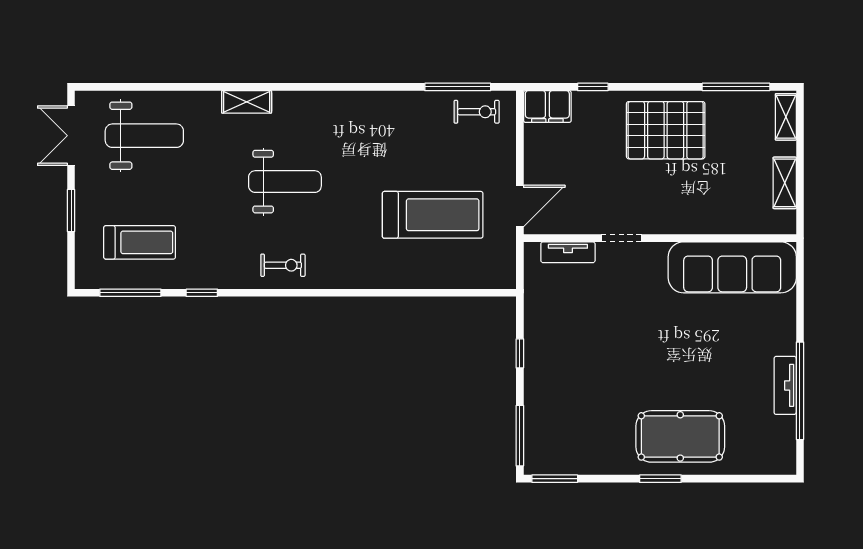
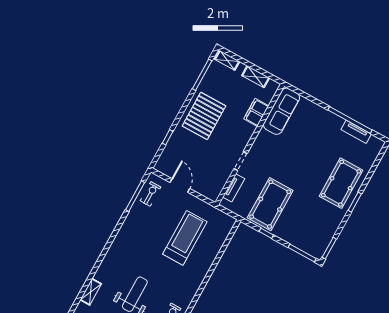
filing cabinet: (547, 107) -> (256, 112), moved, turned 180
door: (520, 206) -> (180, 186), moved
sofa: (732, 267) -> (282, 111), width x0.74, depth x0.79
pool table: (575, 332) -> (270, 204), added
tv unit: (785, 385) -> (356, 132), moved

